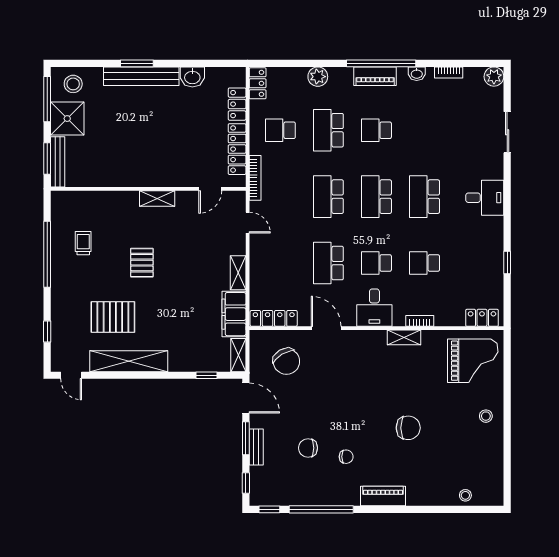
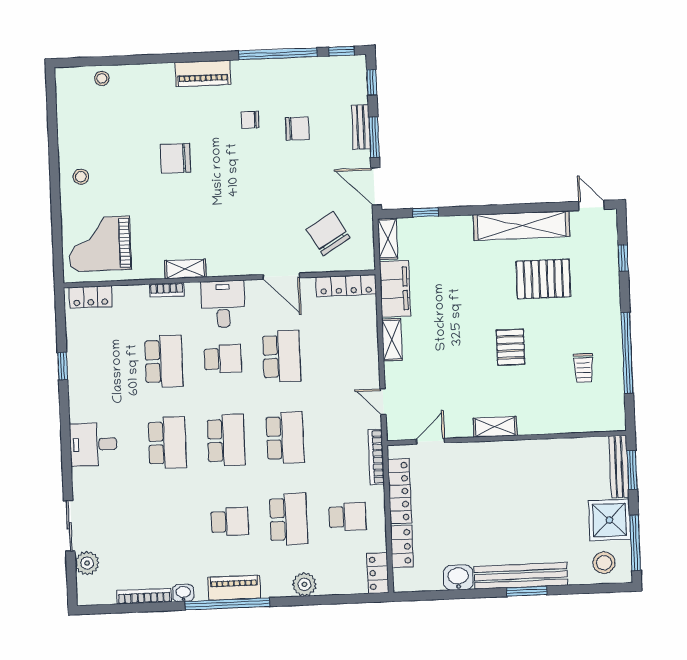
bookcase: (449, 72) -> (144, 596), width x1.56
plant: (494, 77) -> (87, 563), moved
school desk: (425, 263) -> (164, 361), width x1.85

